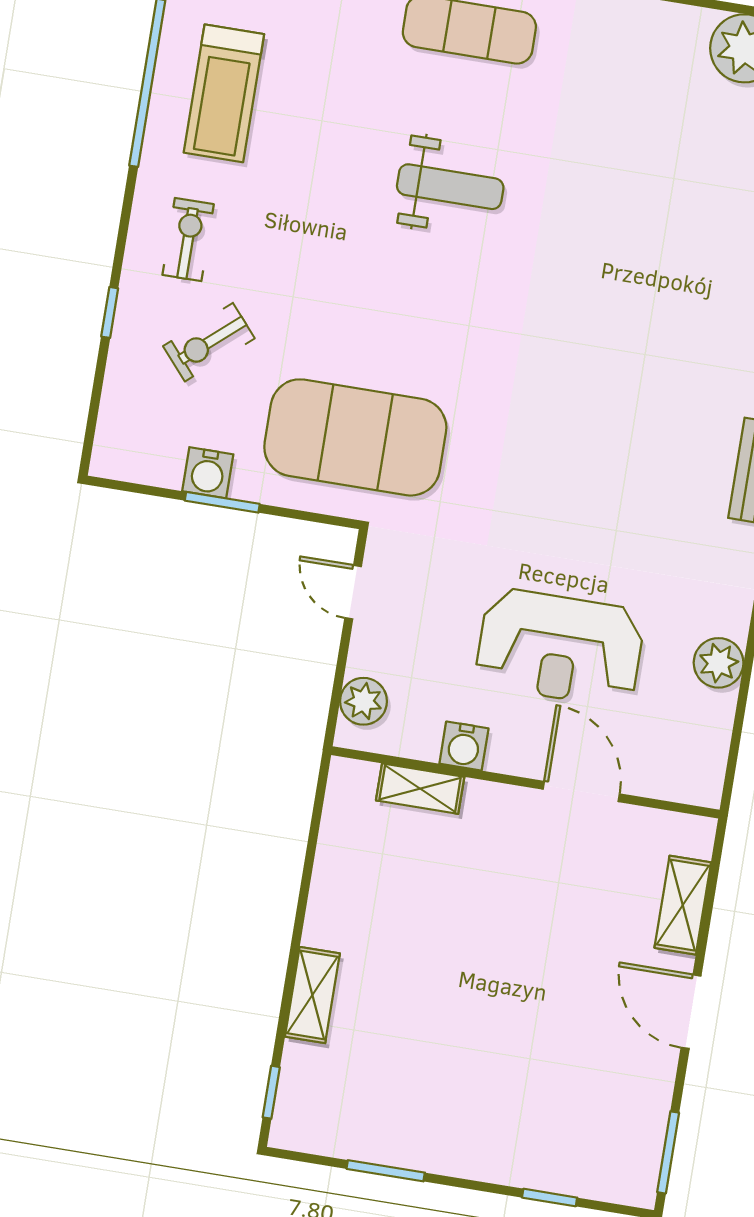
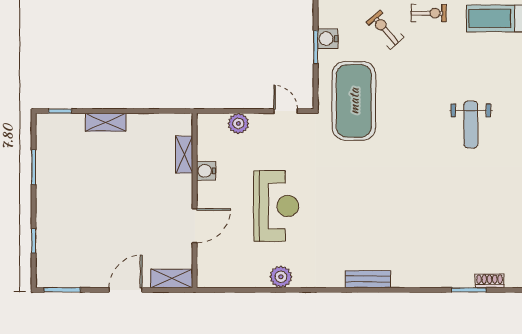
door: (353, 592) -> (286, 111), hinge flipped
reception desk: (560, 648) -> (276, 206), turned 180
water cooler: (464, 746) -> (206, 171), moved
wall: (525, 782) -> (195, 200), moved
shelving: (420, 789) -> (184, 155), moved
door: (581, 792) -> (195, 226), moved

